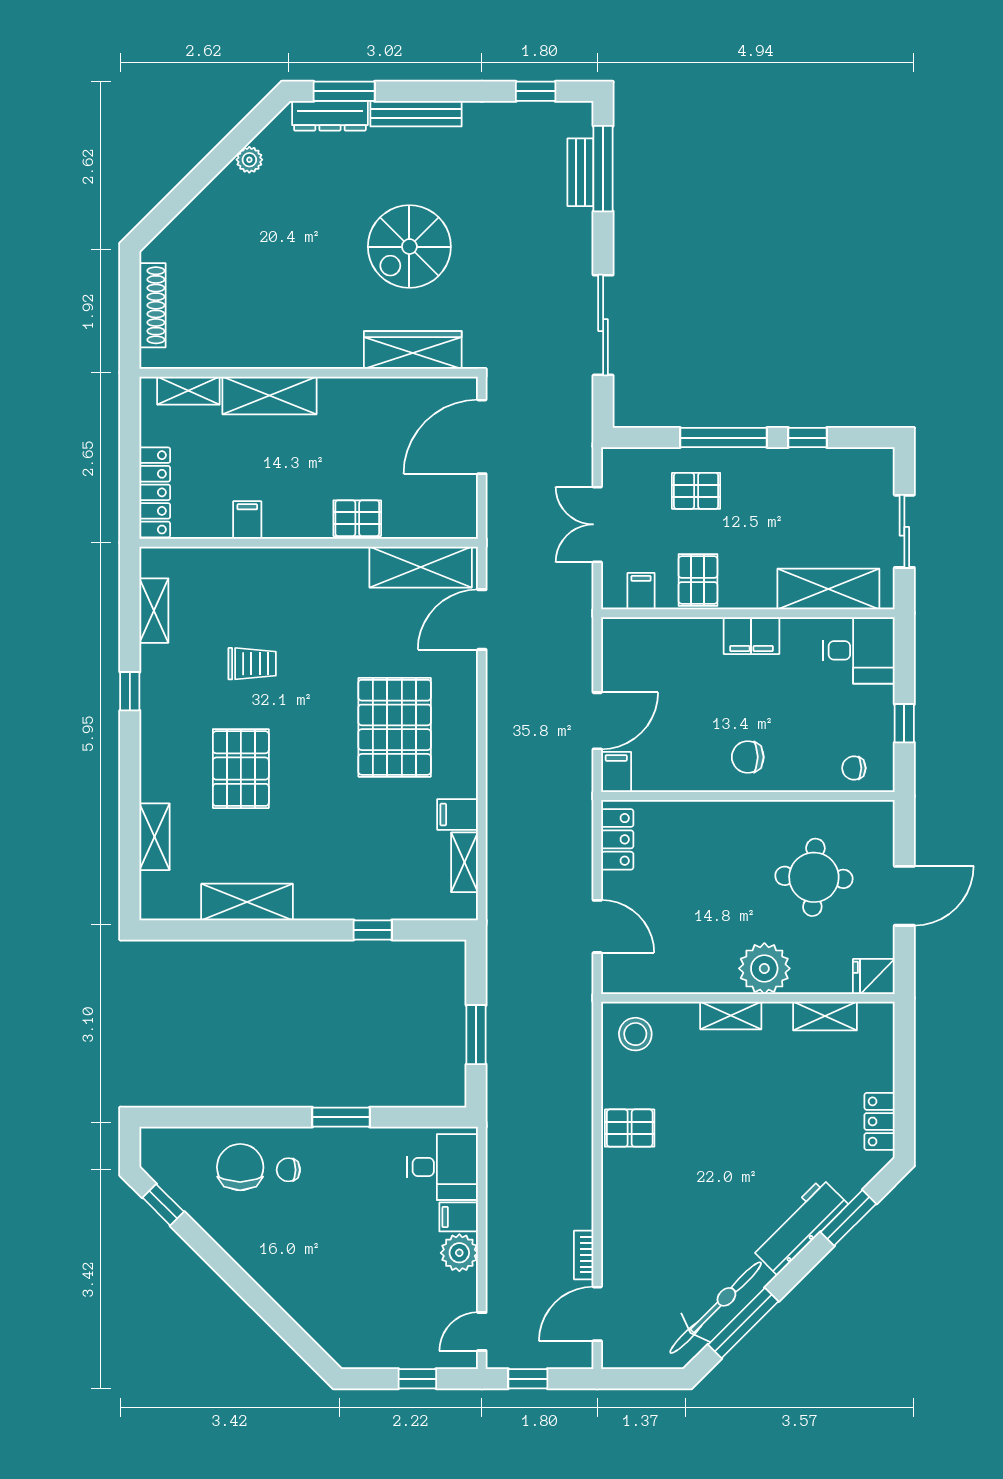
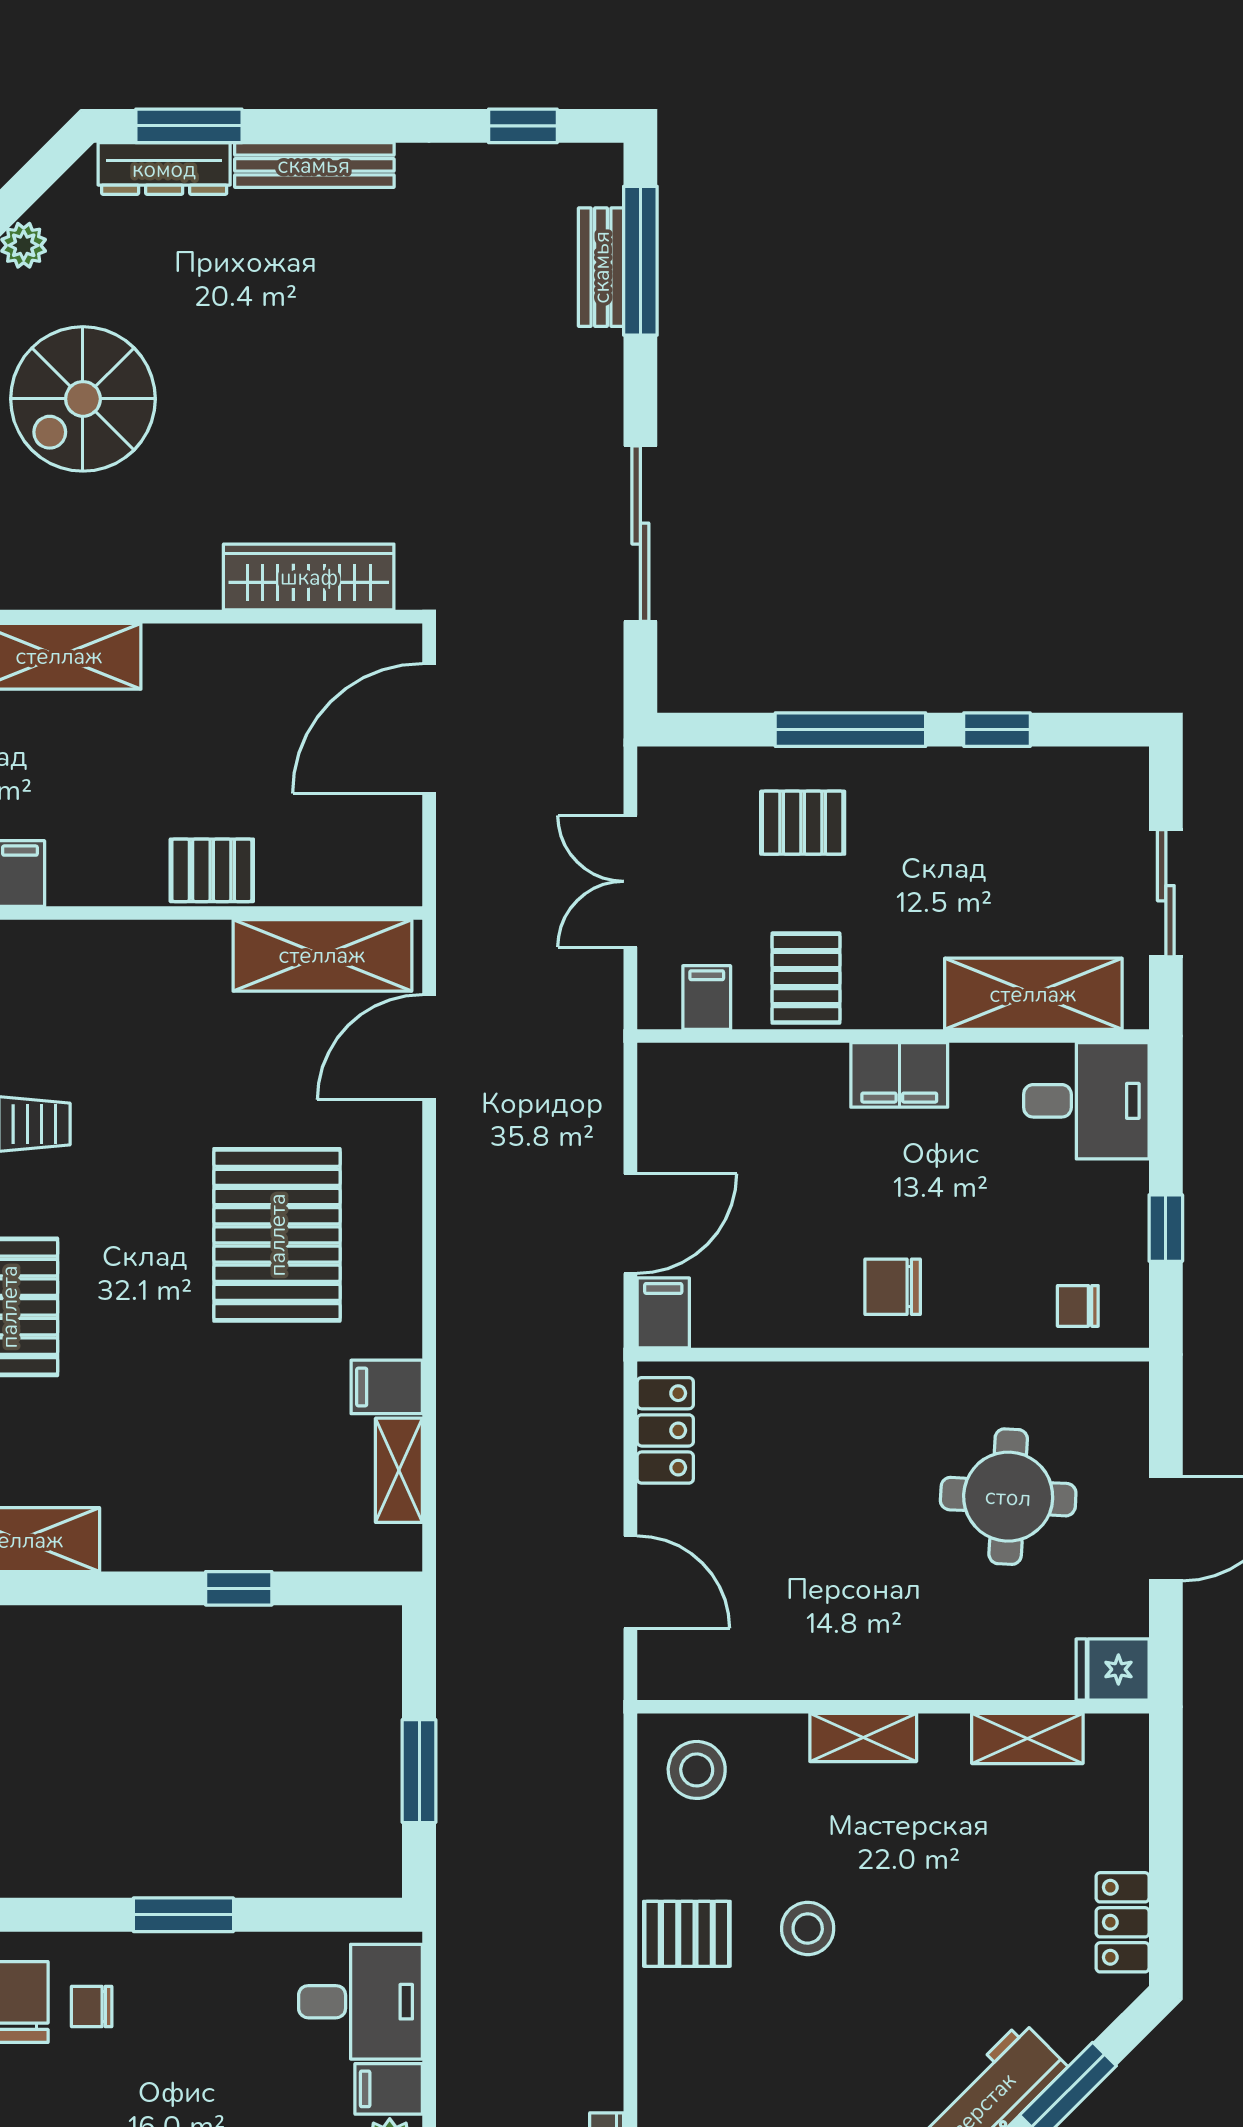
spiral stairs: (409, 247) -> (83, 399), moved
plant: (764, 968) -> (922, 1656), removed
stool: (699, 1125) -> (808, 1928), added

